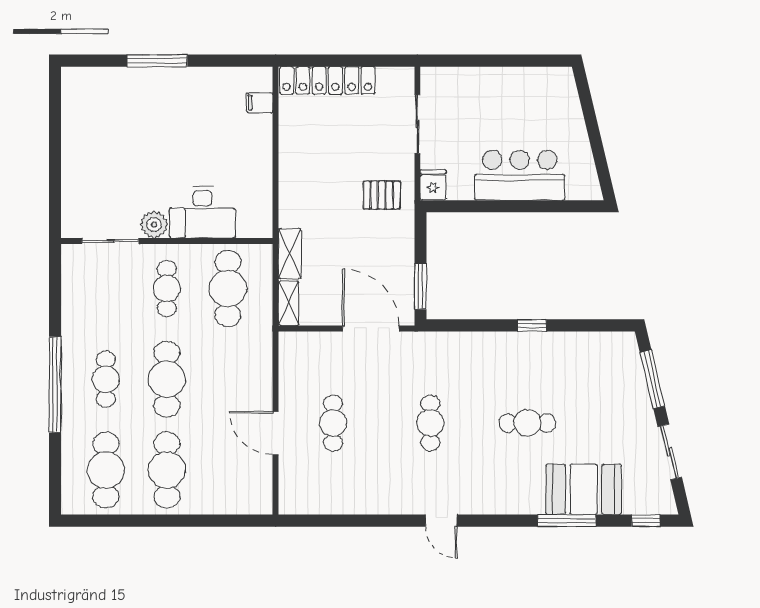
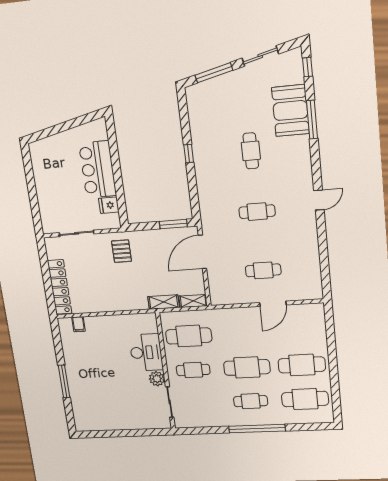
fridge: (433, 185) -> (109, 205), moved

